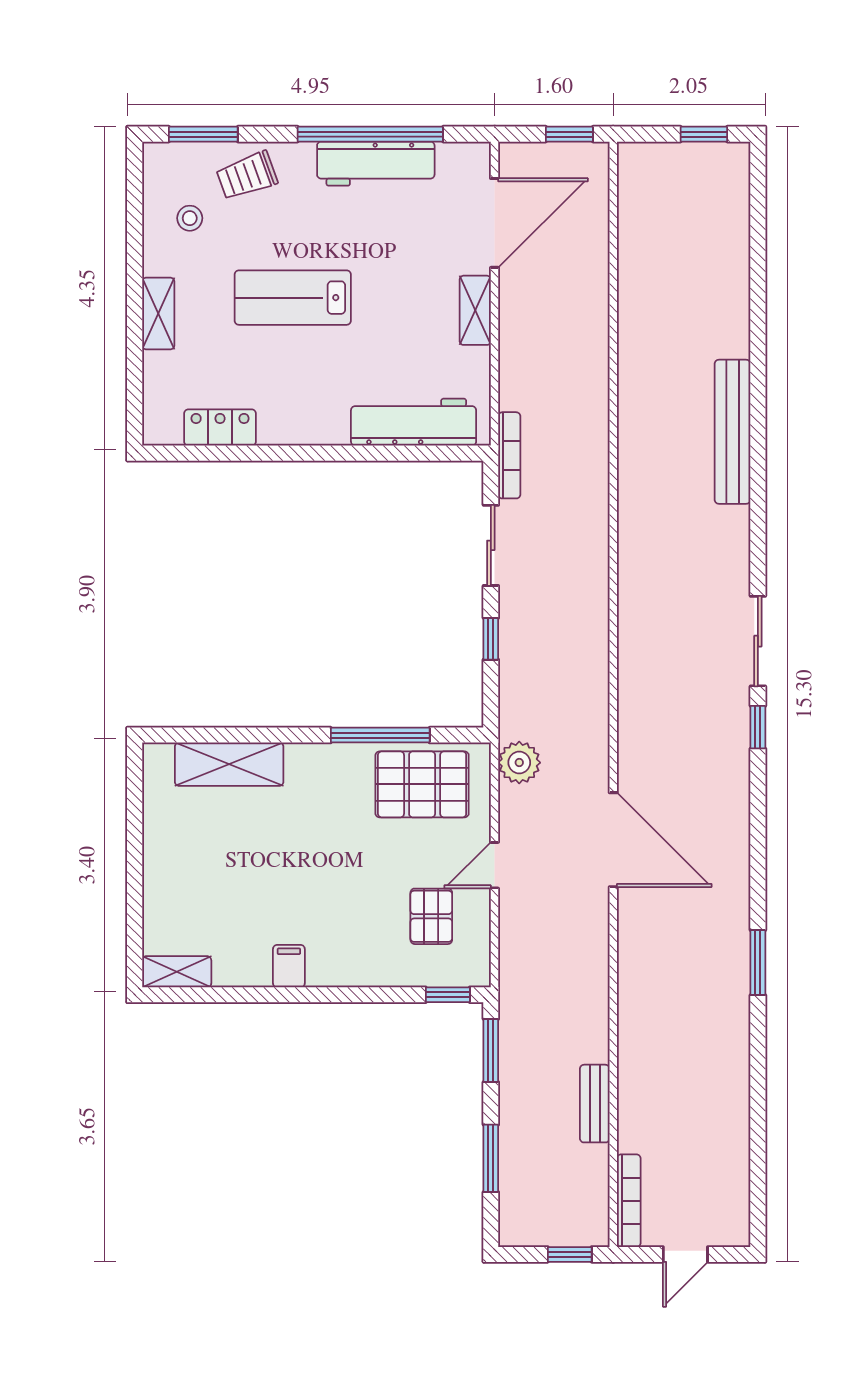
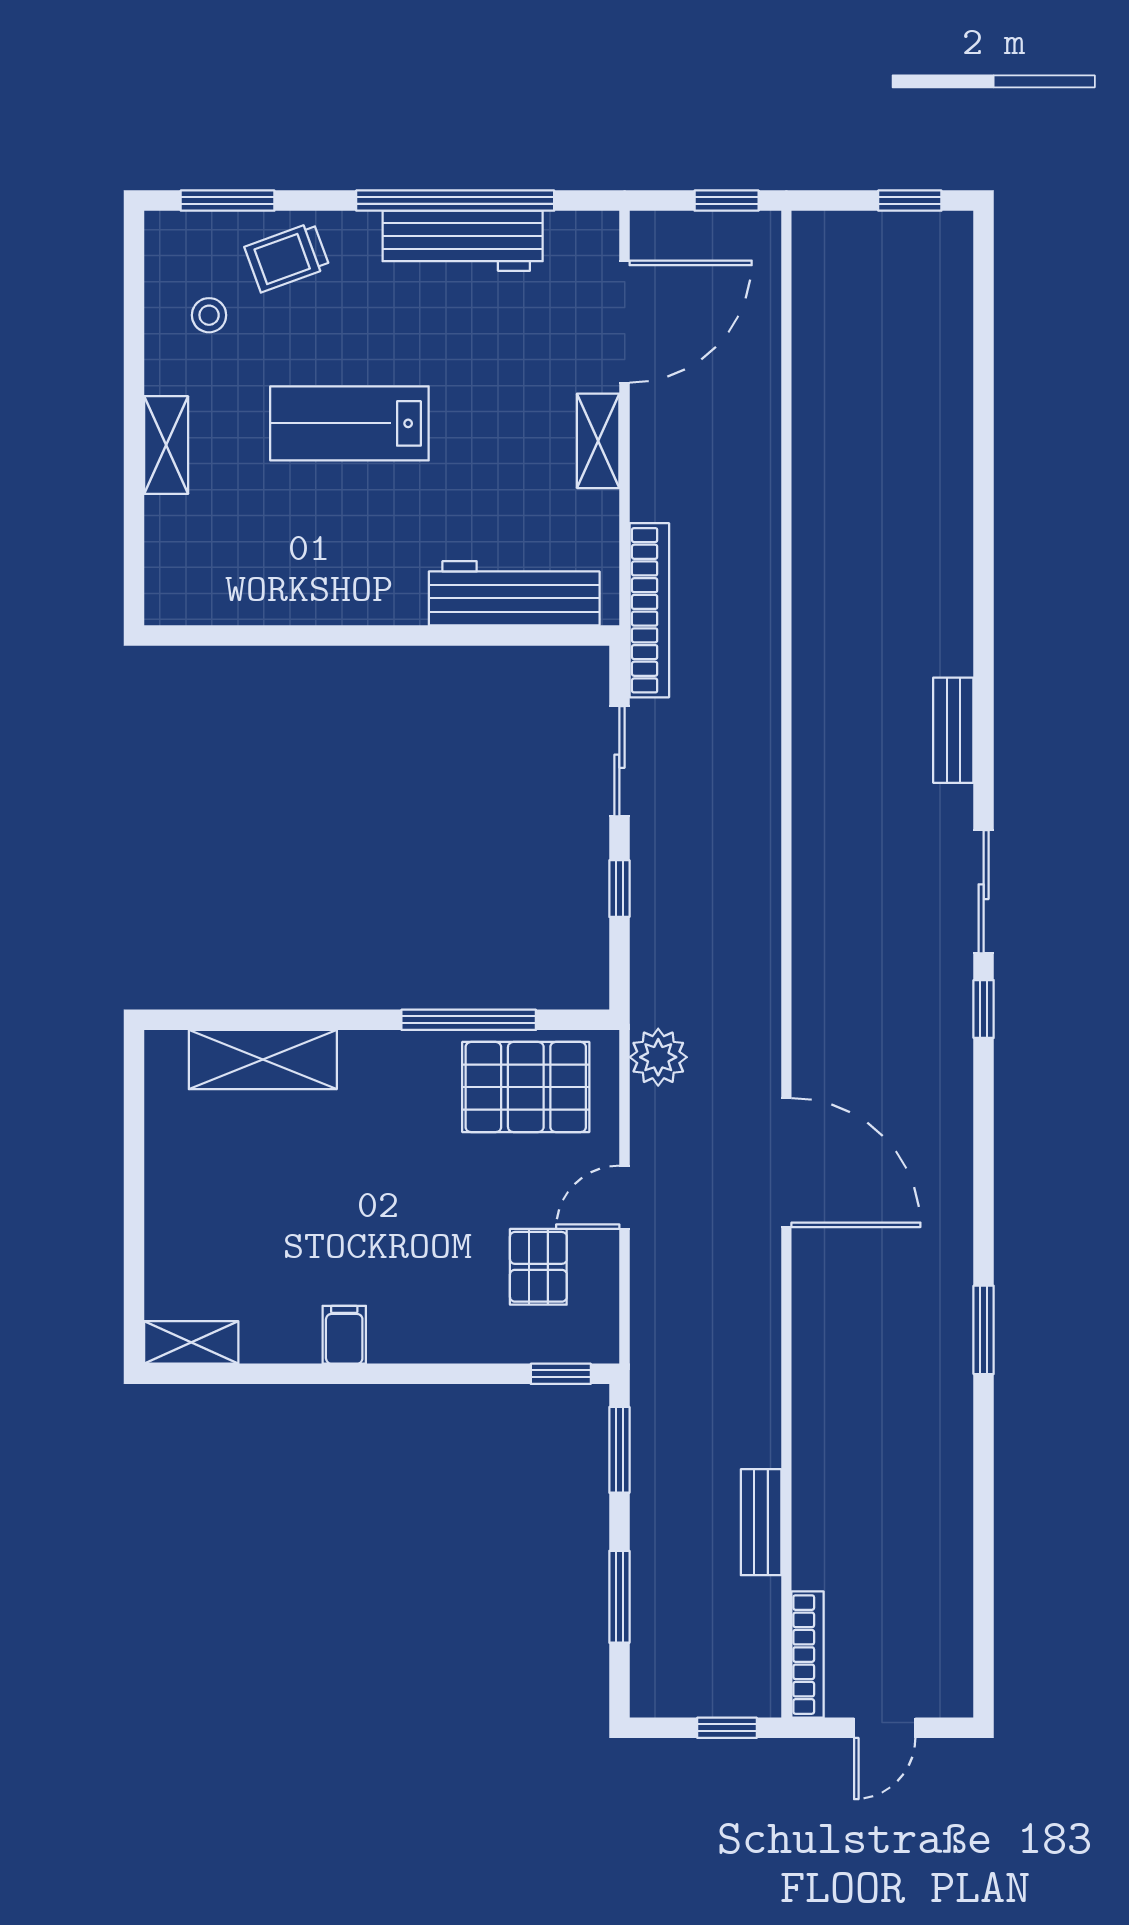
locker: (220, 428) -> (250, 601), removed
bench: (733, 432) -> (953, 730), moved, width x0.54, depth x0.82
bookcase: (509, 455) -> (649, 610), width x1.48, depth x1.31

